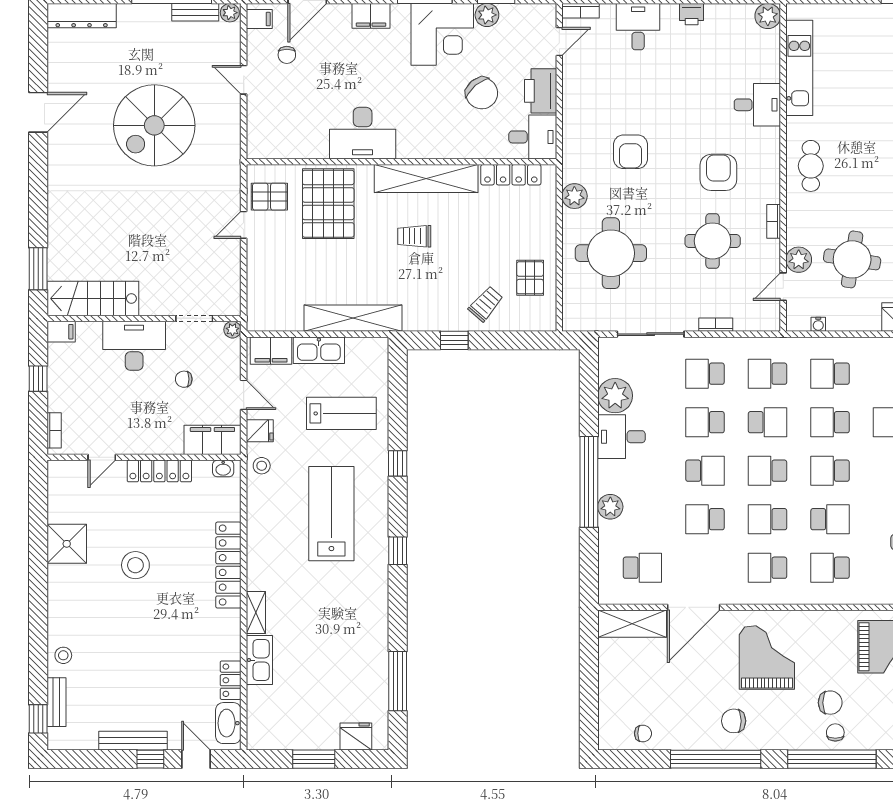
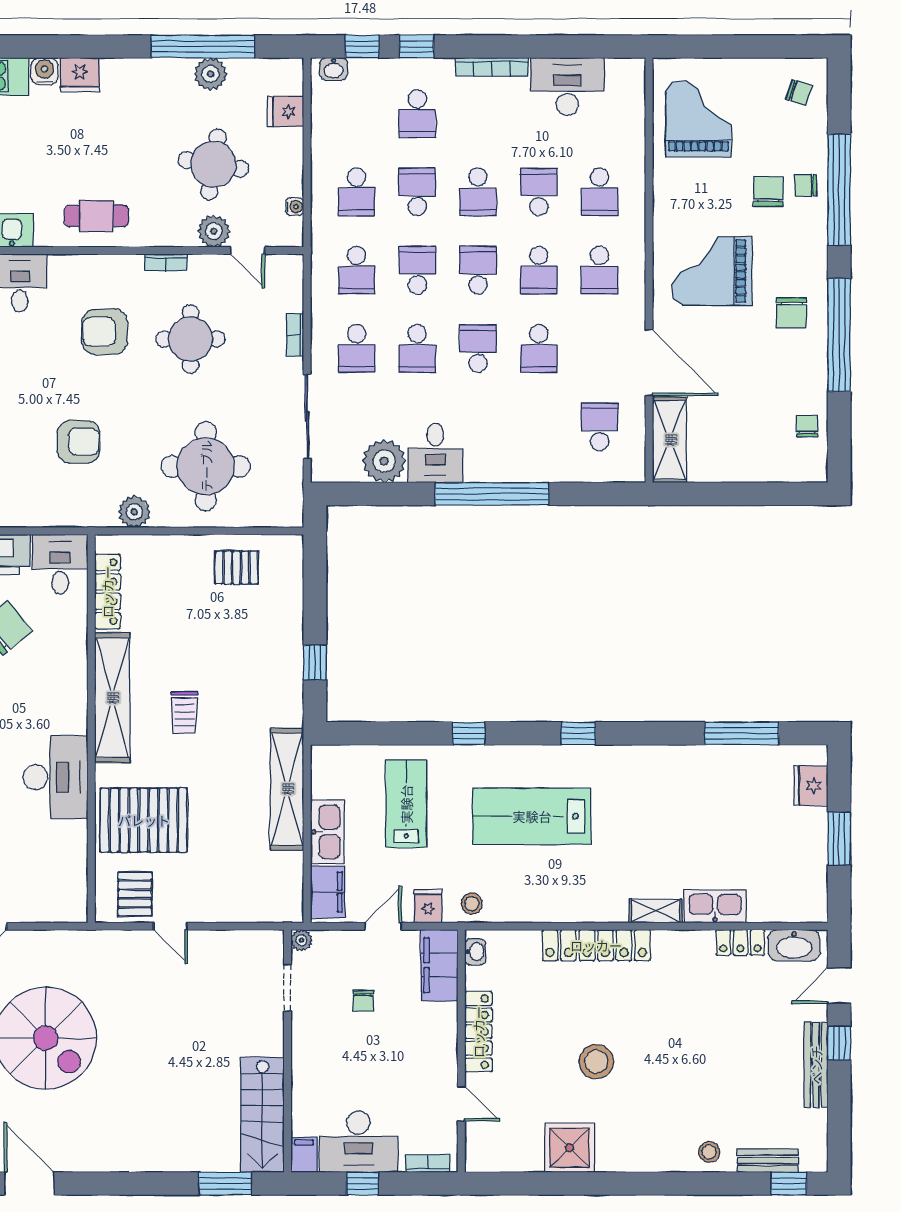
trolley: (486, 304) -> (269, 623), removed
desk: (134, 346) -> (359, 1142), moved, turned -90
school desk: (830, 422) -> (417, 192), turned 180
school desk: (767, 471) -> (478, 270), turned 180
plant: (610, 507) -> (523, 467), removed

